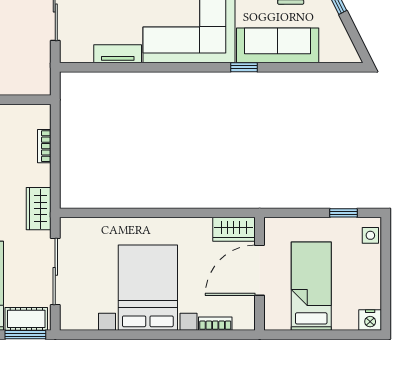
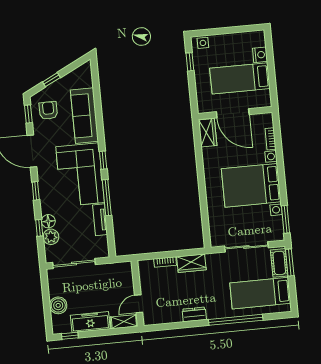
window: (150, 67) -> (107, 198), added
window: (244, 67) -> (103, 160), moved
wardrobe: (39, 209) -> (191, 263), moved
nightstand: (370, 320) -> (260, 55), moved
window: (91, 335) -> (286, 219), added

